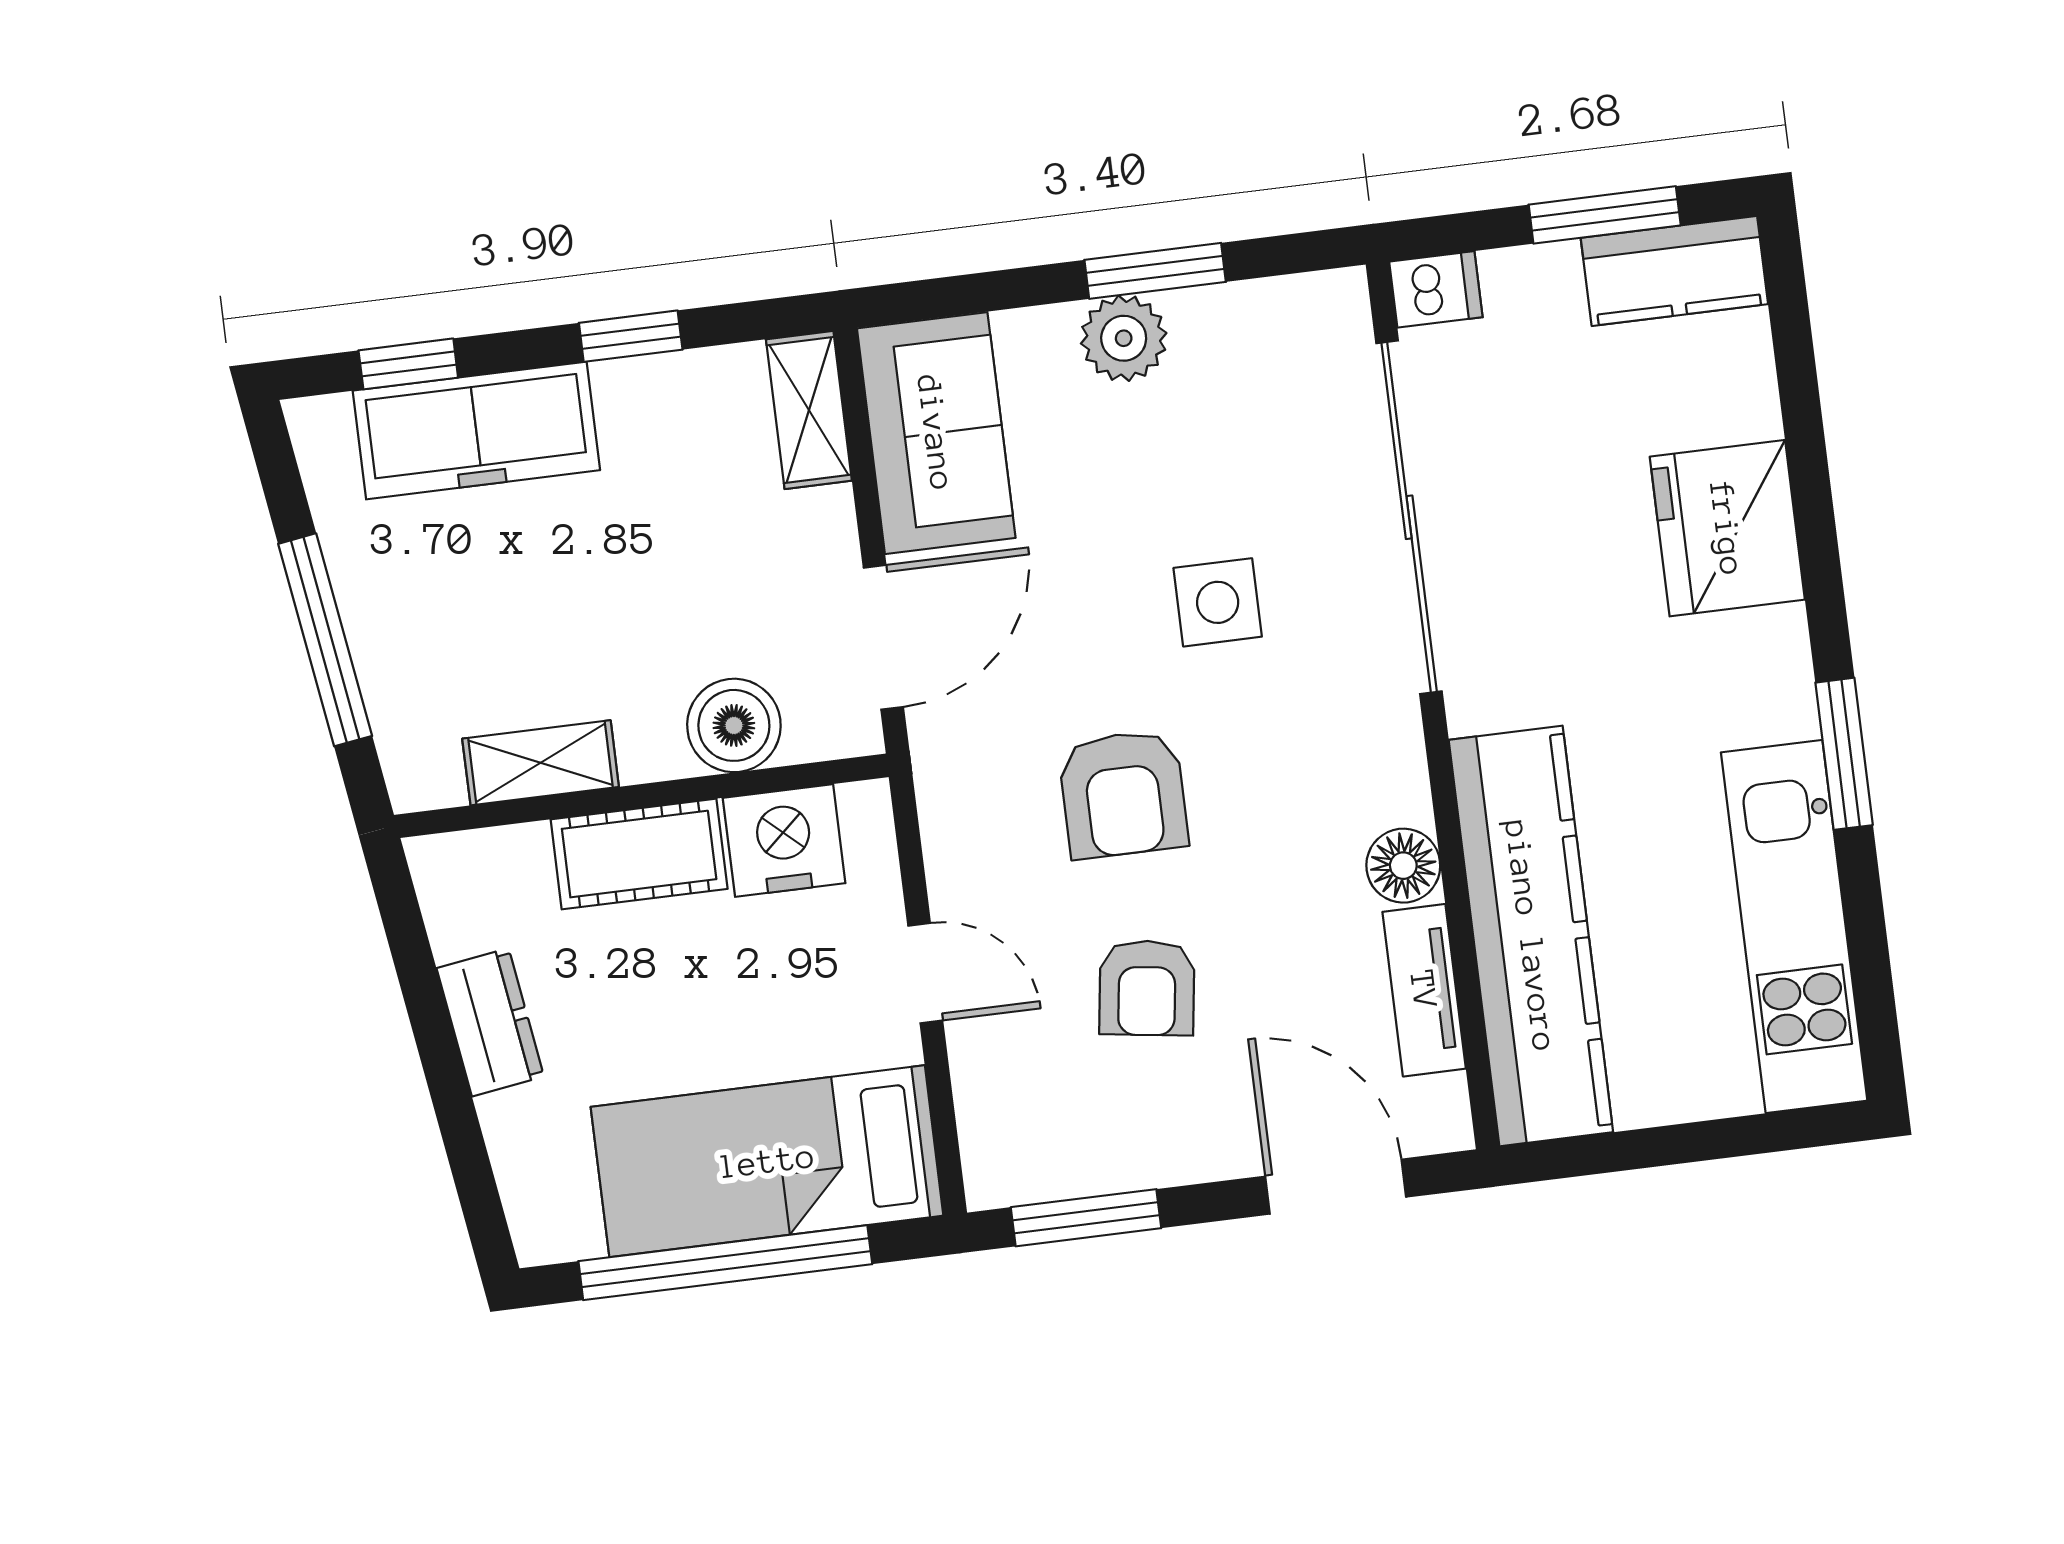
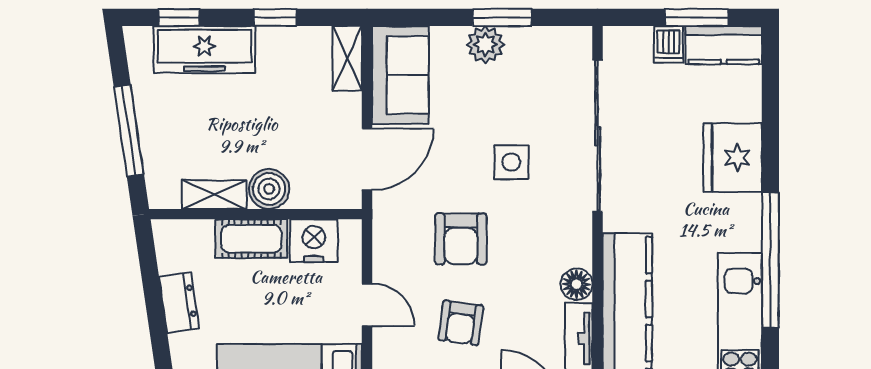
dishwasher: (1436, 289) -> (669, 44), moved, turned 90
boiler: (734, 725) -> (269, 189), moved
window: (1844, 754) -> (770, 260), width x2.11

